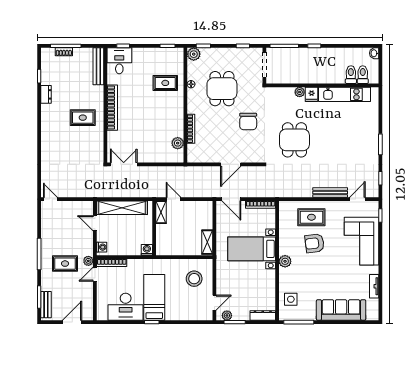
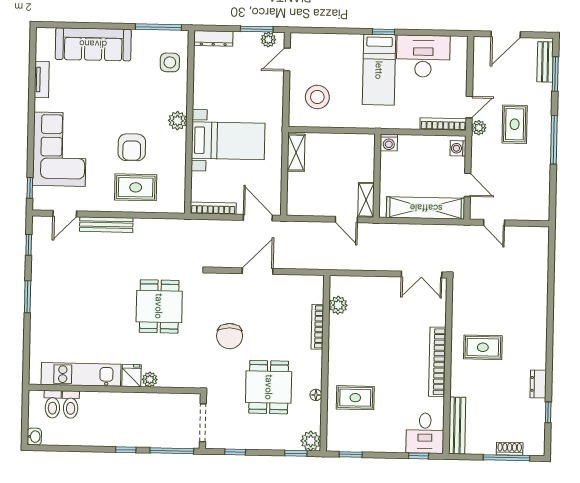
chair: (248, 121) -> (230, 336), turned 180
door: (50, 199) -> (494, 223), moved
armchair: (315, 243) -> (132, 147), turned 97
rug: (65, 264) -> (515, 124), turned 90

